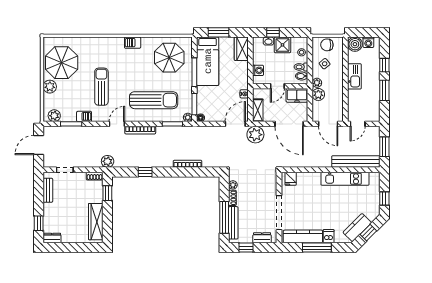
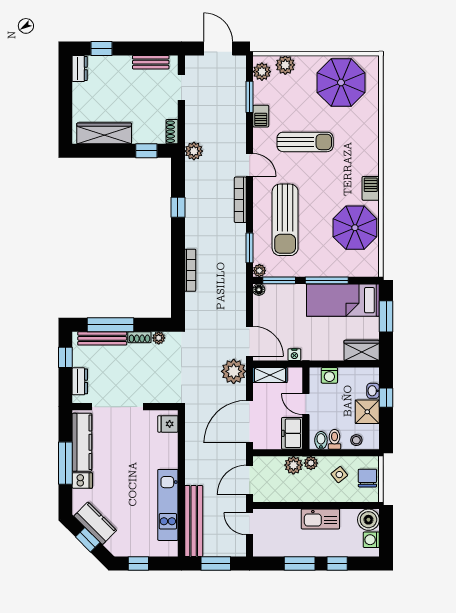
parasol: (169, 58) -> (355, 228), moved
plant: (50, 87) -> (285, 65), moved

